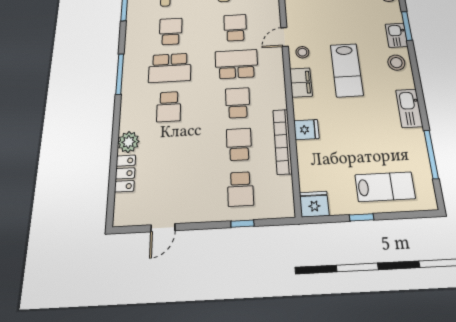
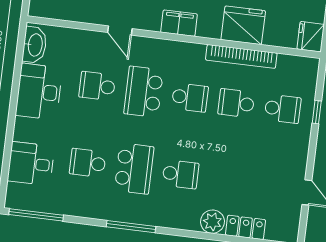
stool: (302, 52) -> (143, 14), removed
school desk: (238, 103) -> (190, 97), turned 180
fridge: (306, 130) -> (243, 25), width x1.88, depth x1.34

